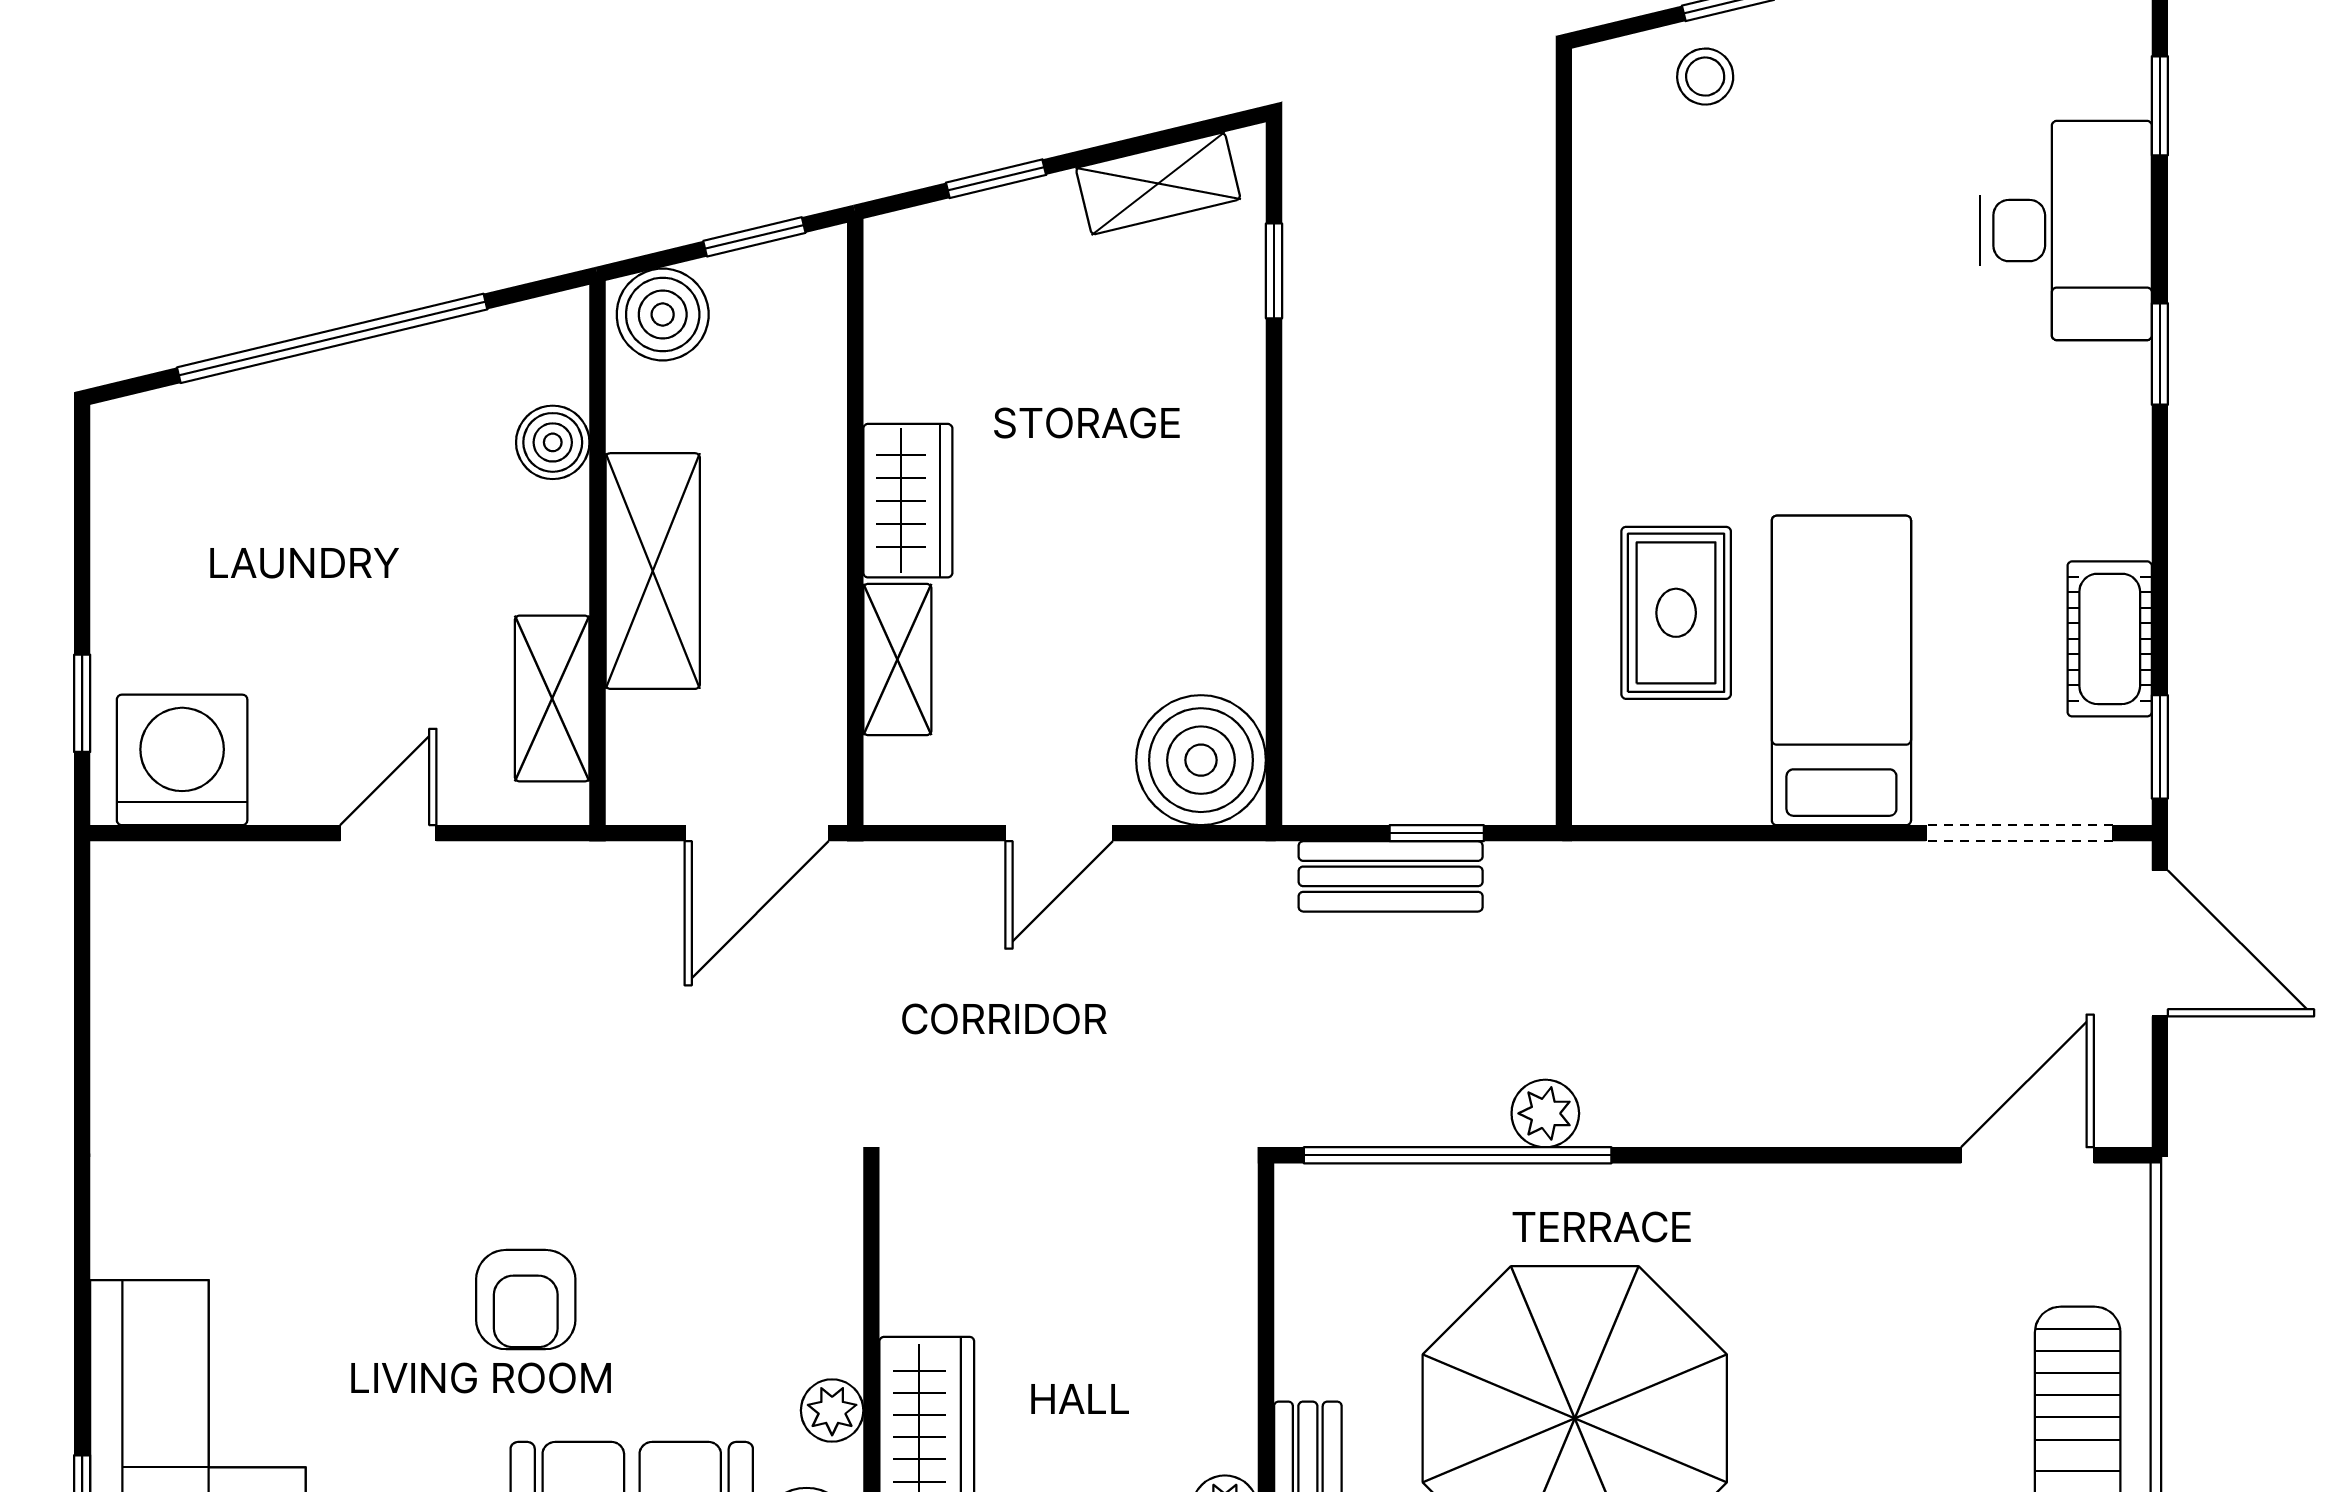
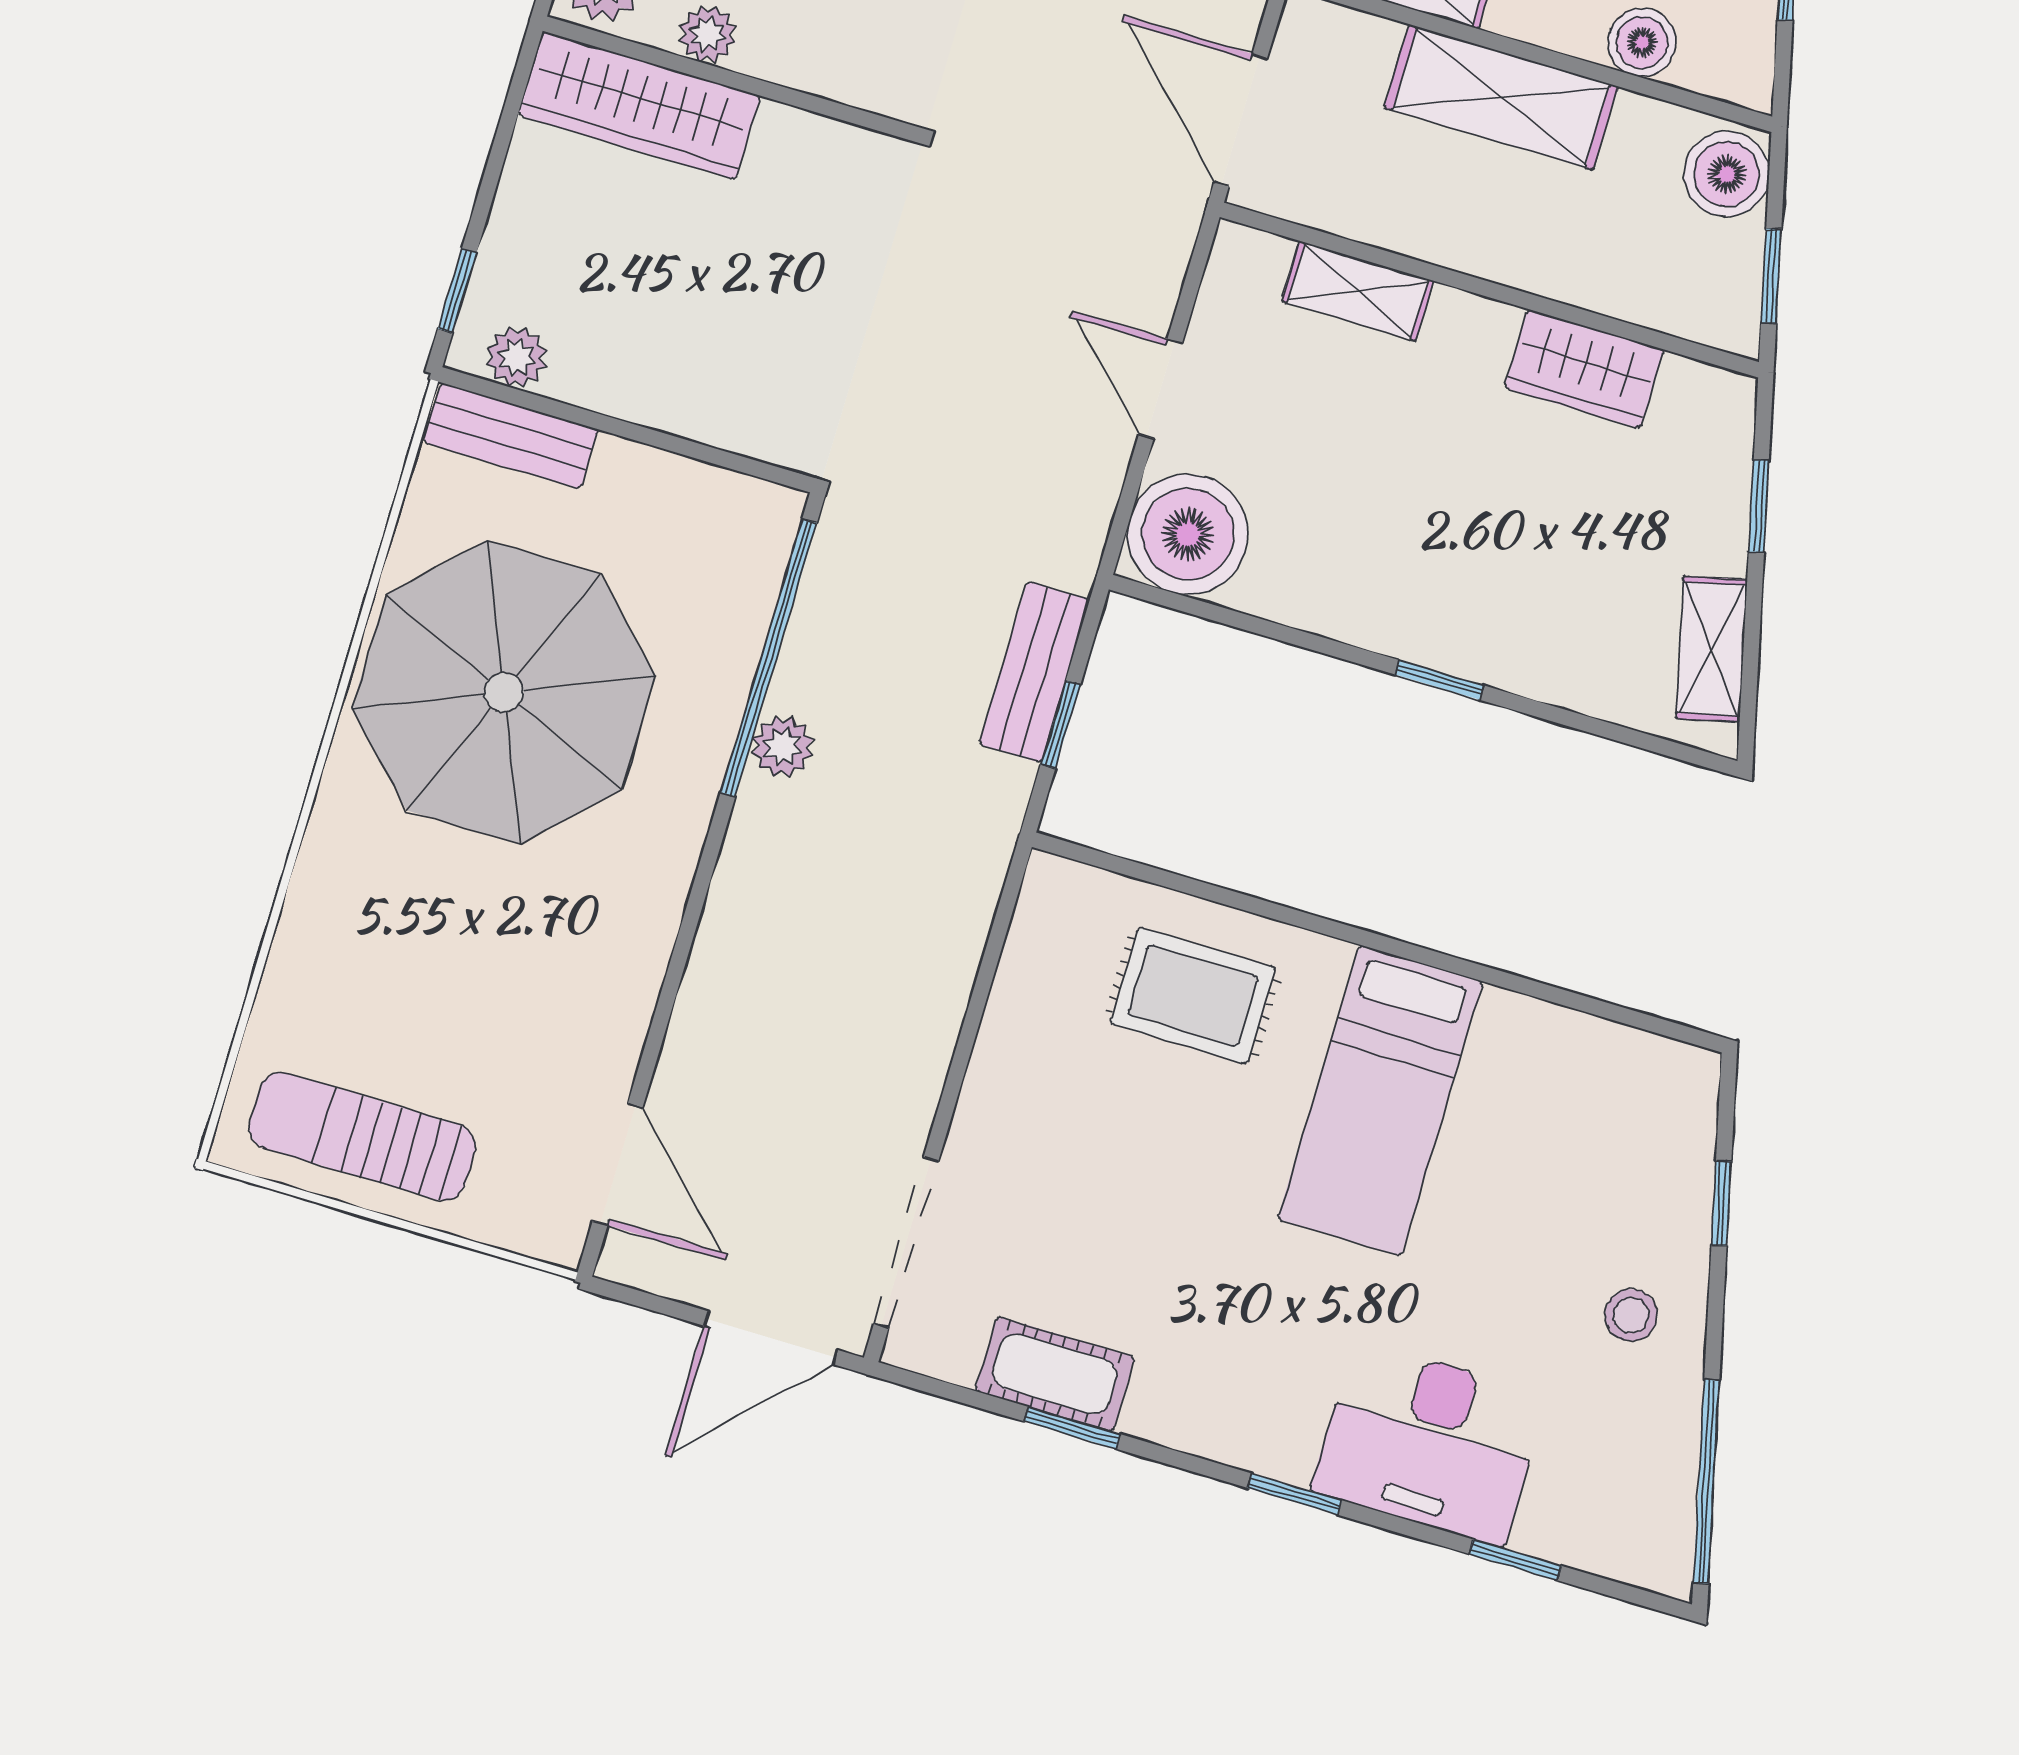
stool: (1705, 77) -> (1631, 1315), moved
window: (1274, 271) -> (1439, 680), moved
wardrobe: (908, 501) -> (1584, 369), moved
bed: (1841, 670) -> (1380, 1100), moved, turned 90
window: (2160, 747) -> (1072, 1428), moved

